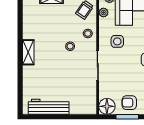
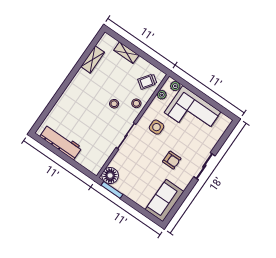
shelving: (28, 52) -> (93, 59), moved
armchair: (129, 103) -> (131, 185), removed
window: (127, 117) -> (112, 190), moved

